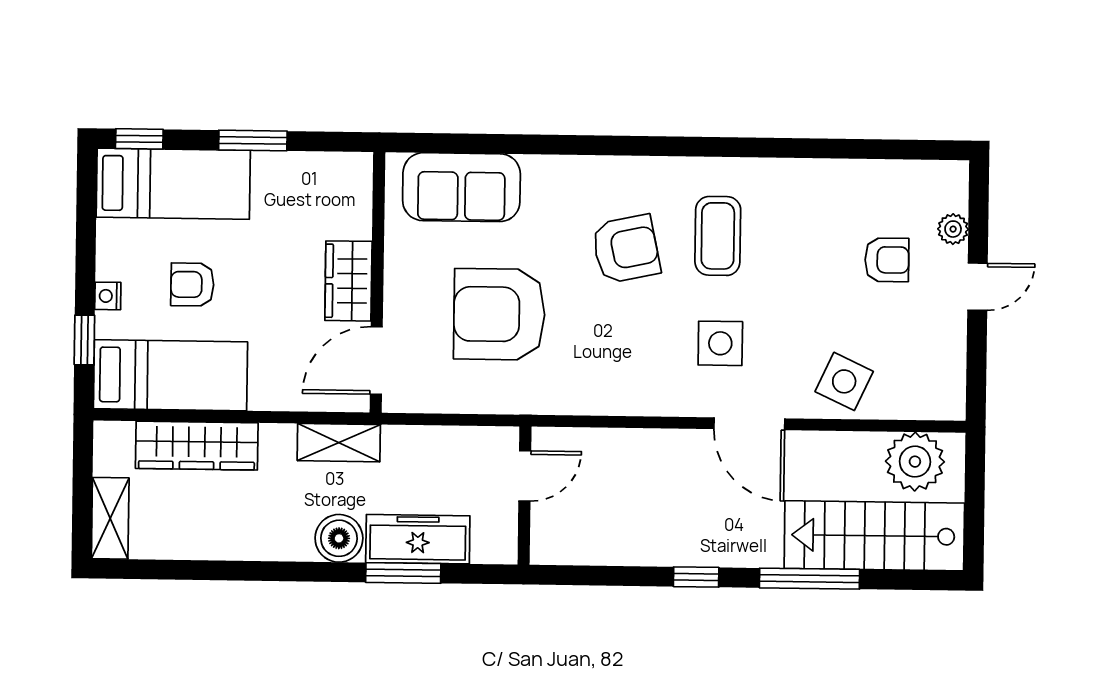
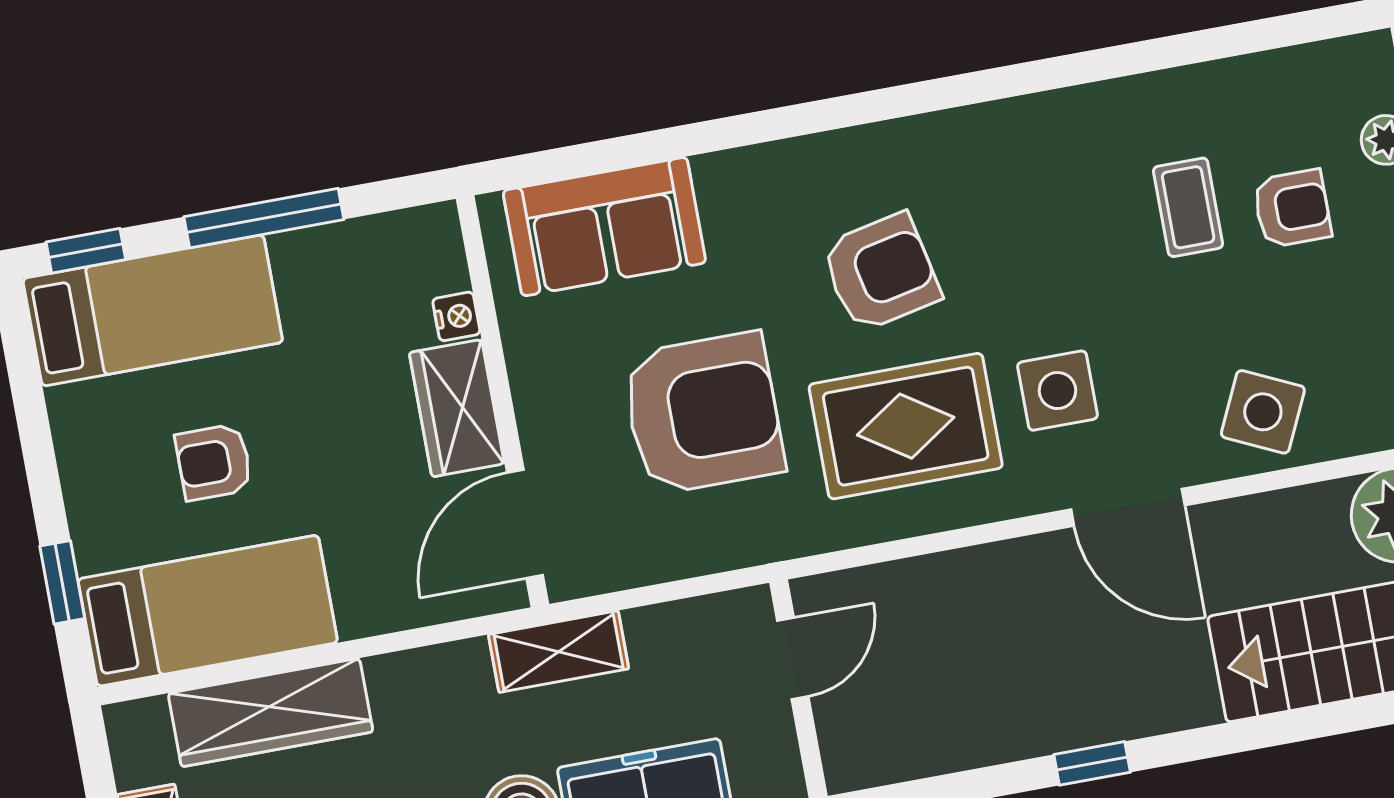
window: (253, 140) -> (264, 218), width x1.44
coffee table: (718, 236) -> (1188, 207), moved, width x0.73, depth x0.77
nightstand: (108, 296) -> (456, 316), moved, turned 180
armchair: (499, 314) -> (703, 413), turned 180
rug: (623, 347) -> (906, 426), added
shelving: (339, 443) -> (559, 652), moved
window: (809, 579) -> (1270, 731), removed

